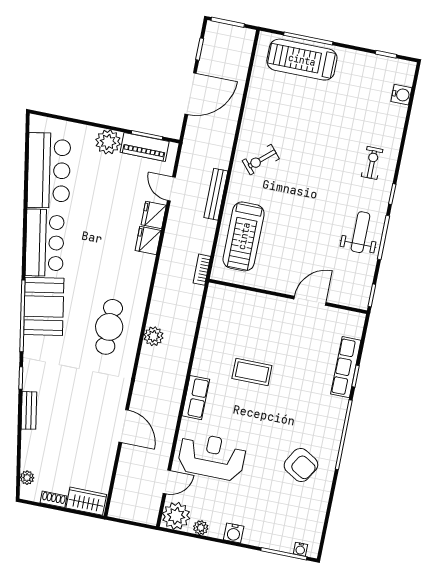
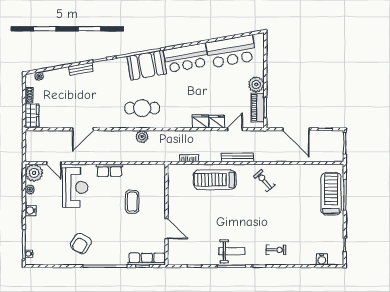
wall: (288, 296) -> (166, 215), moved
door: (310, 301) -> (166, 229), moved

